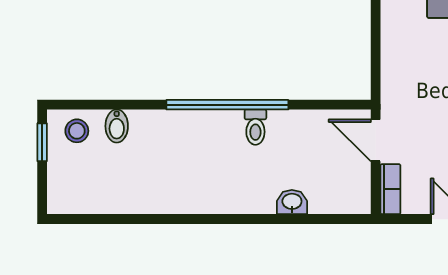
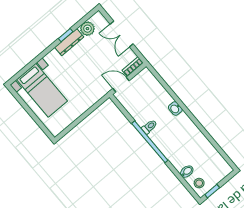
door: (376, 140) -> (121, 85), swing flipped
washbasin: (292, 202) -> (175, 108), moved

